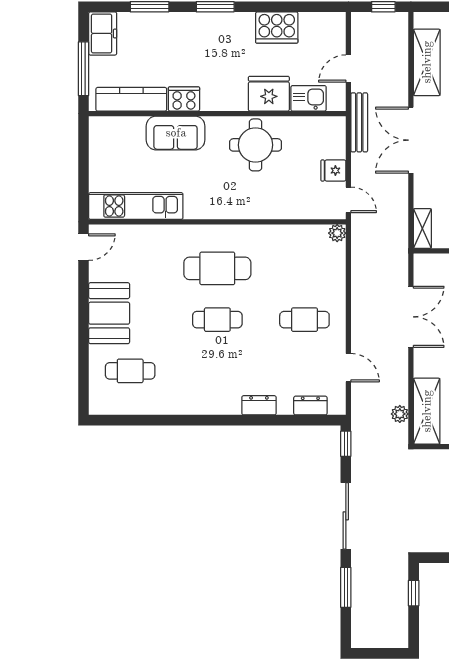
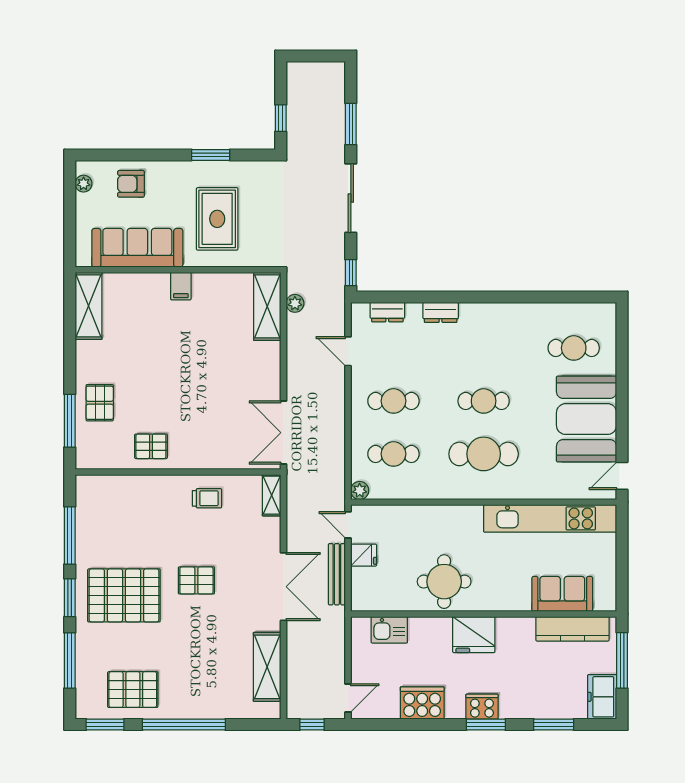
door: (348, 68) -> (348, 698), moved
fridge: (269, 94) -> (474, 635), moved
cooker: (184, 99) -> (482, 707), moved, turned 180
bench: (359, 122) -> (337, 574), moved
sofa: (176, 133) -> (562, 594), moved
kitchen unit: (136, 206) -> (550, 518), width x1.36
cafe table: (304, 268) -> (393, 454), added
booth: (109, 313) -> (587, 419), width x1.36, depth x1.42
double door: (411, 317) -> (283, 433), moved

